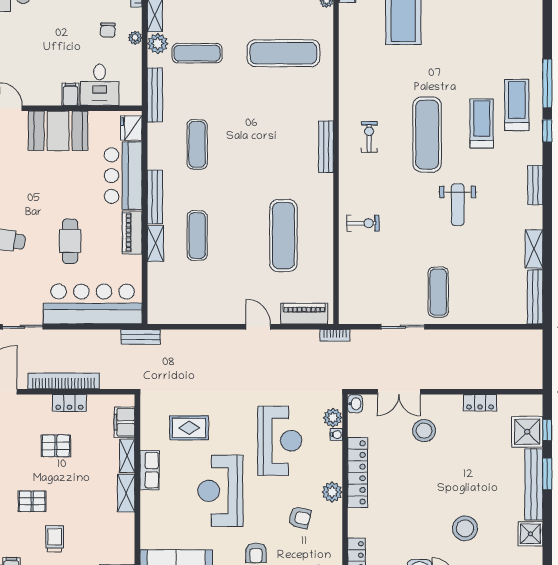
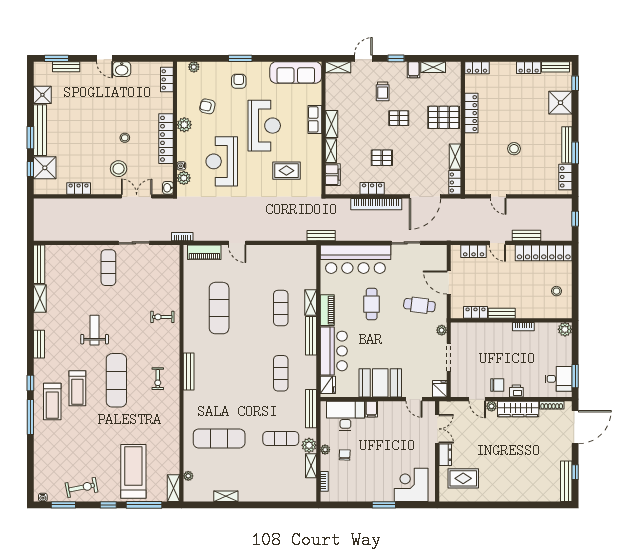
desk: (100, 85) -> (345, 416), width x1.37
row of seats: (150, 470) -> (315, 119), moved
stool: (465, 528) -> (125, 138), moved, width x0.53, depth x0.53

